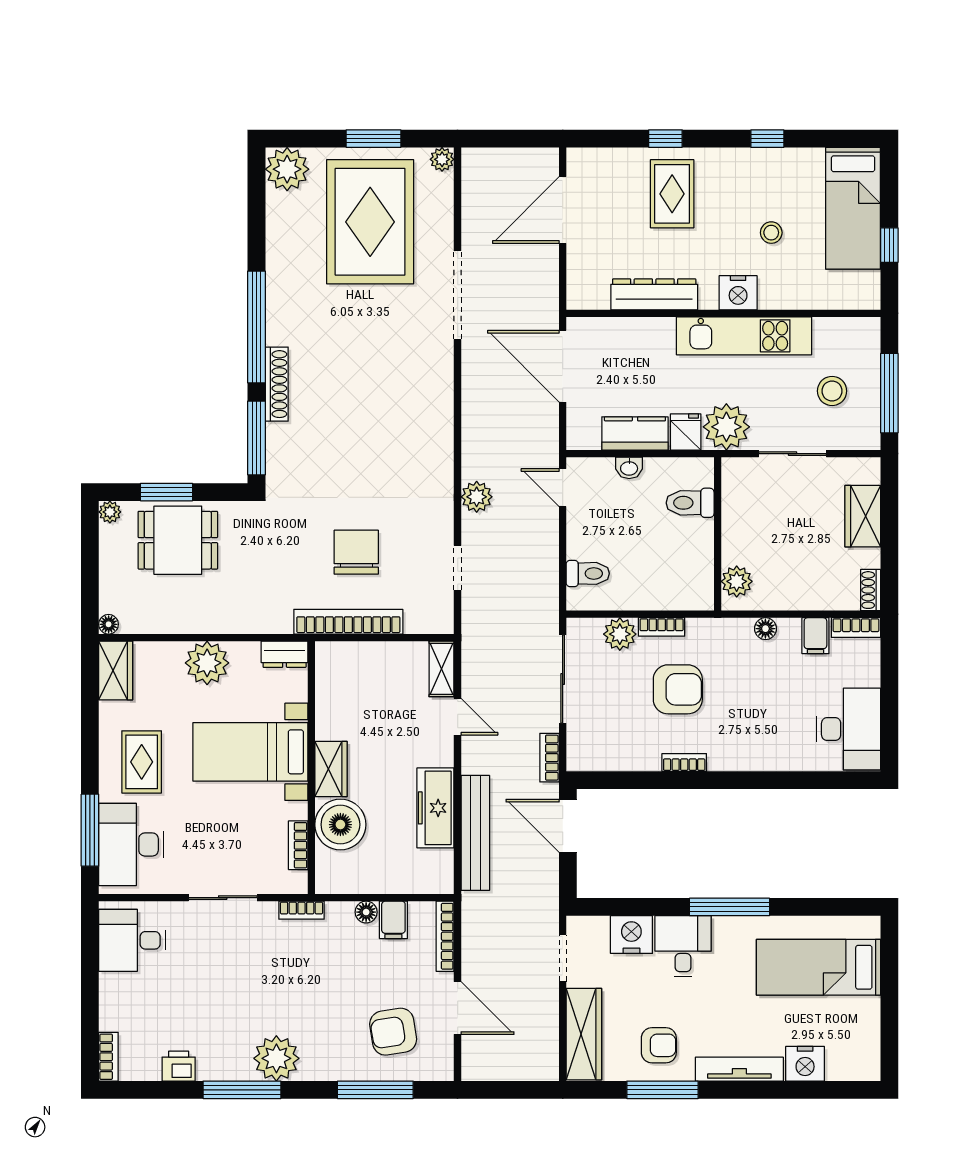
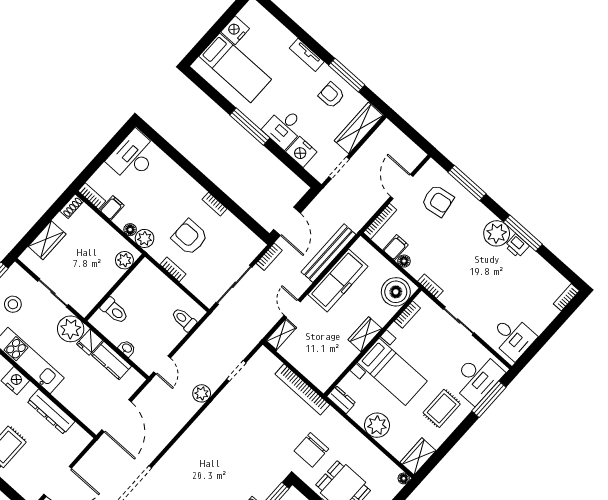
chair: (356, 552) -> (311, 450), moved
plant: (620, 634) -> (145, 238), moved
freezer: (435, 808) -> (338, 280), width x1.36, depth x1.26
boiler: (340, 825) -> (396, 292), moved
nightstand: (805, 1064) -> (235, 30), moved, turned -90
printer: (179, 1066) -> (517, 246), moved
tv unit: (739, 1069) -> (307, 55), width x0.71

